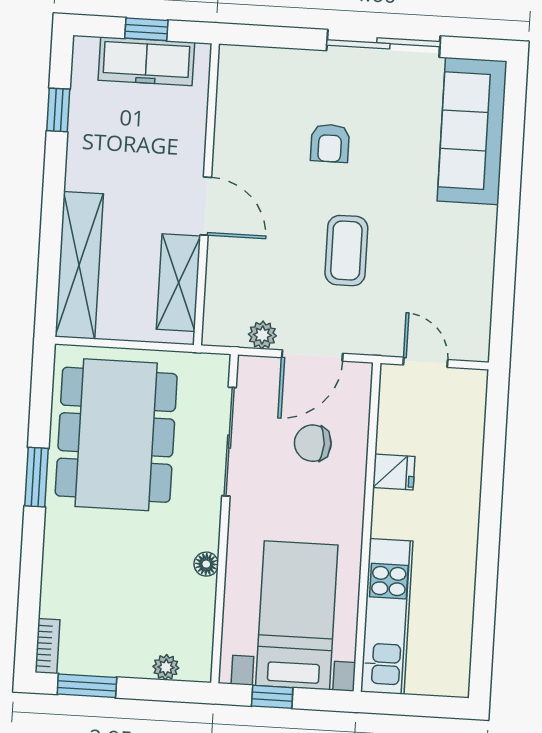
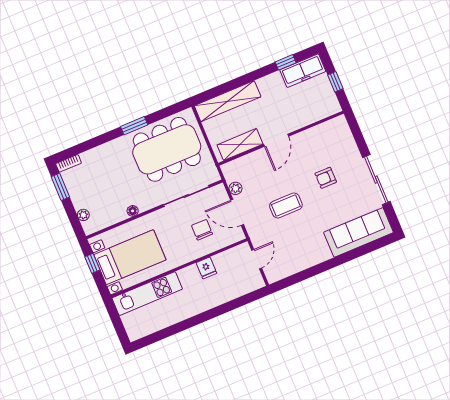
freezer: (146, 61) -> (303, 71), moved, turned -90

